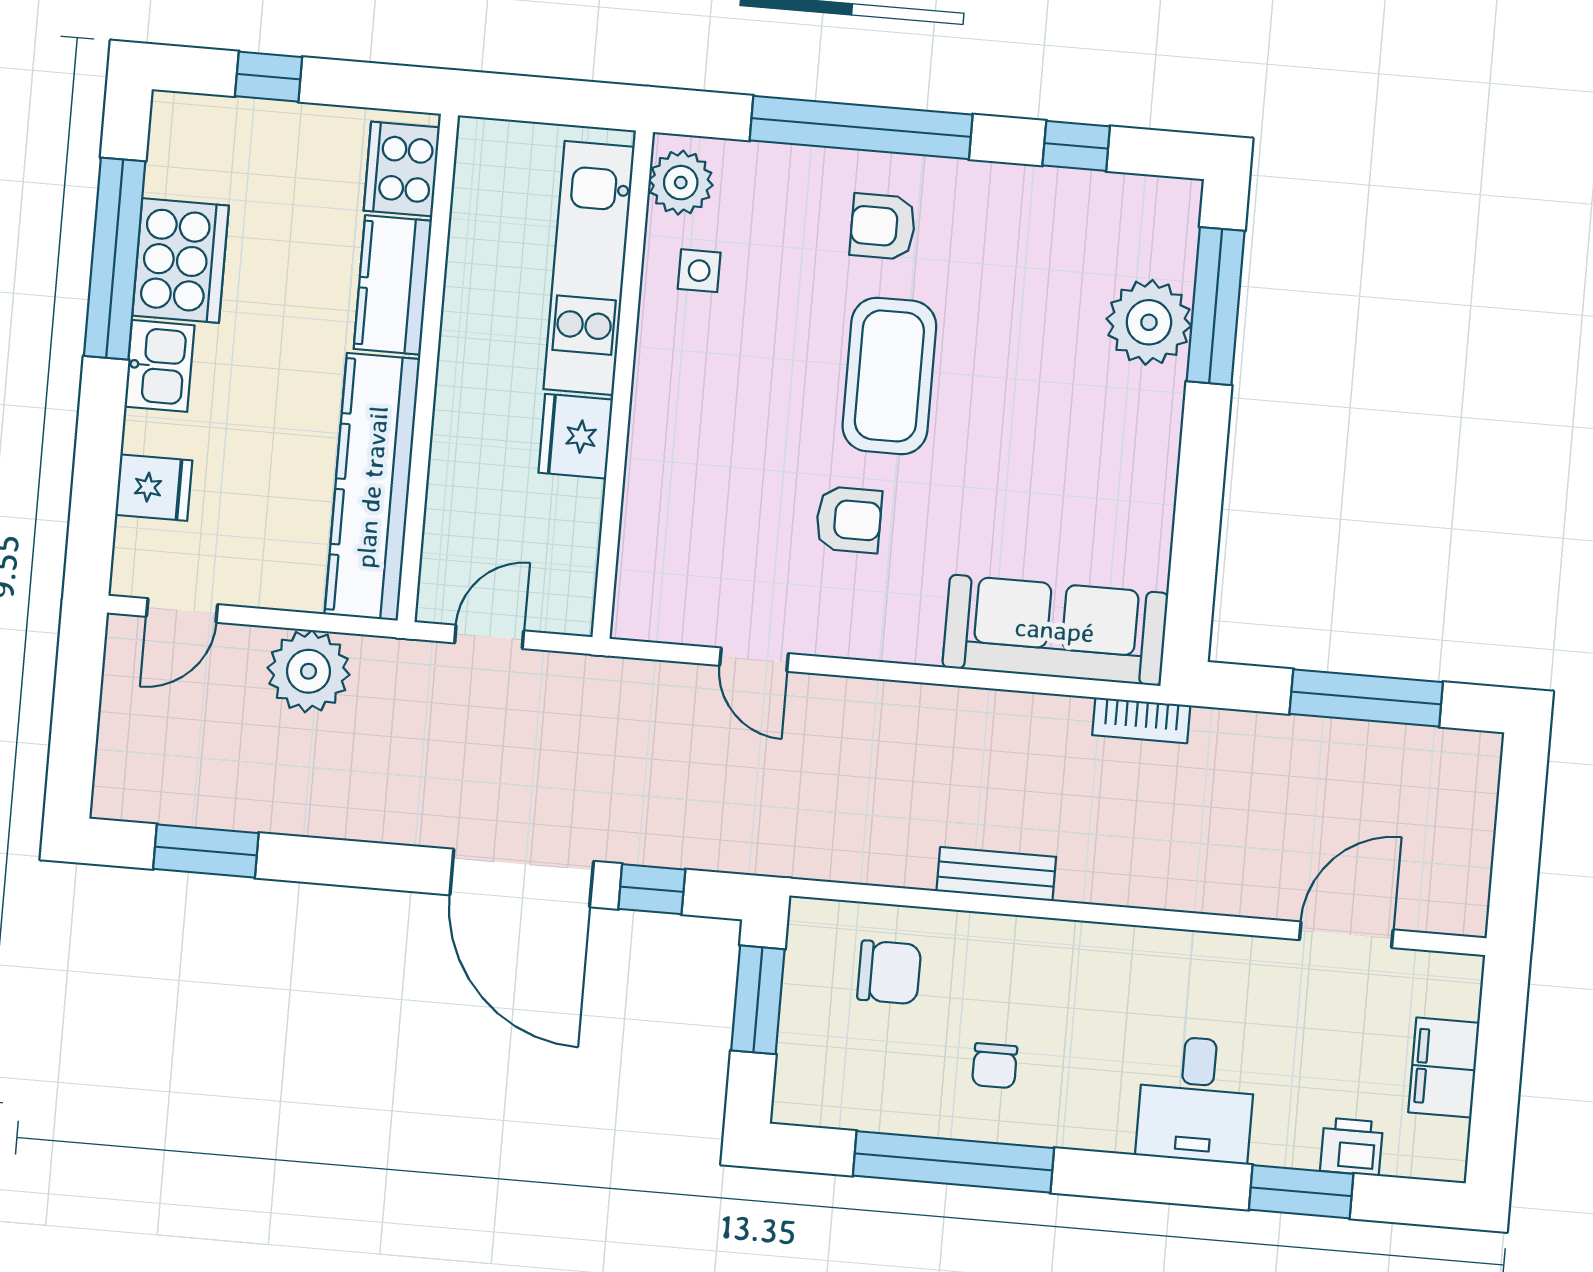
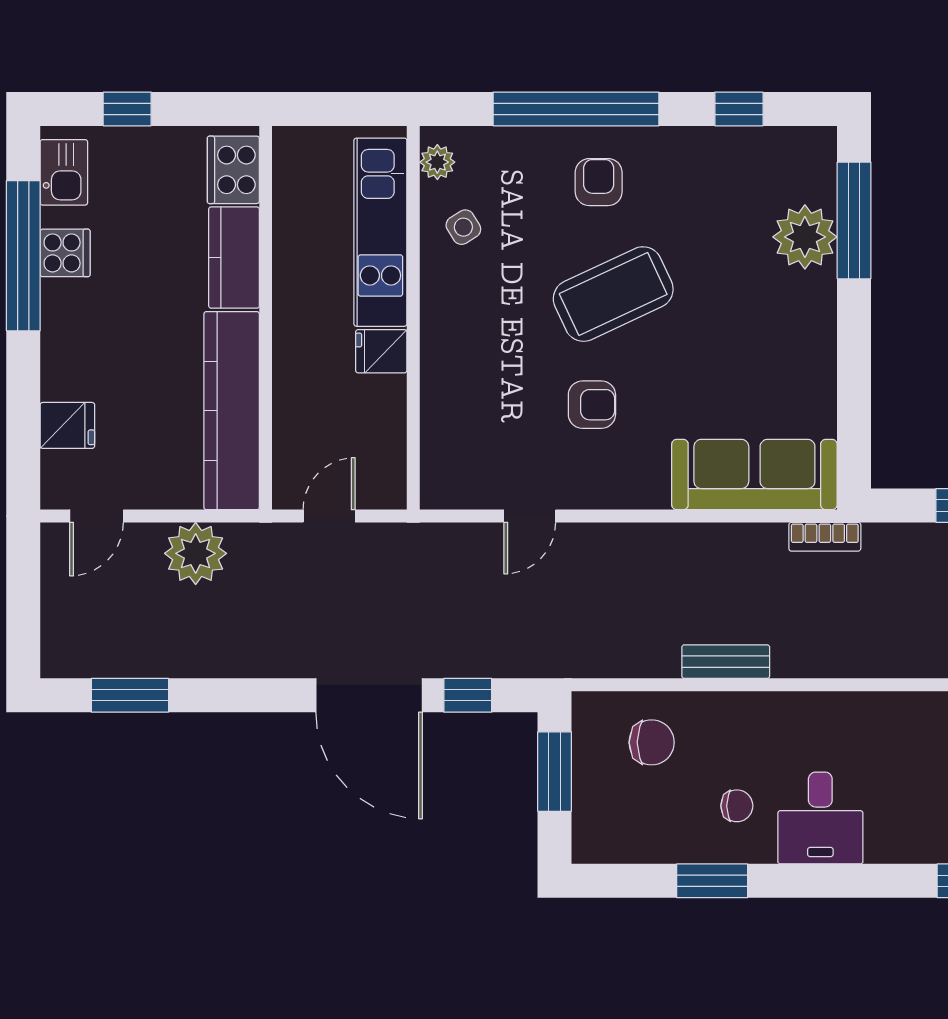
plant: (681, 183) -> (437, 162), width x0.73, depth x0.73
armchair: (883, 226) -> (599, 182), turned 90
cooker: (180, 261) -> (65, 253), width x0.53, depth x0.76
side table: (699, 271) -> (463, 227), turned -32
kitchen sink: (159, 366) -> (64, 172), moved
coffee table: (889, 376) -> (613, 294), turned 65
fridge: (576, 436) -> (381, 351), width x0.72
door: (754, 660) -> (530, 516), hinge flipped
chair: (995, 1066) -> (737, 806), turned -90
desk: (1196, 1099) -> (820, 818), moved
window: (954, 1162) -> (712, 881), width x0.47

